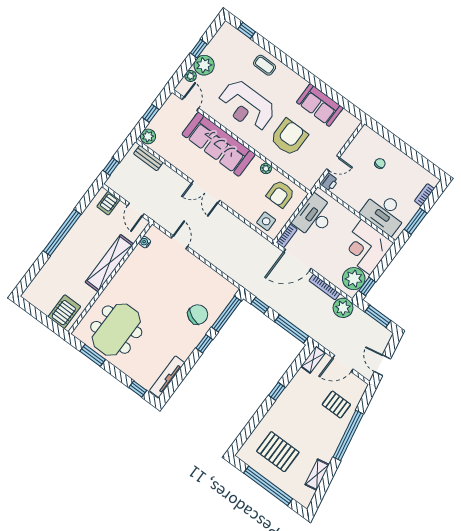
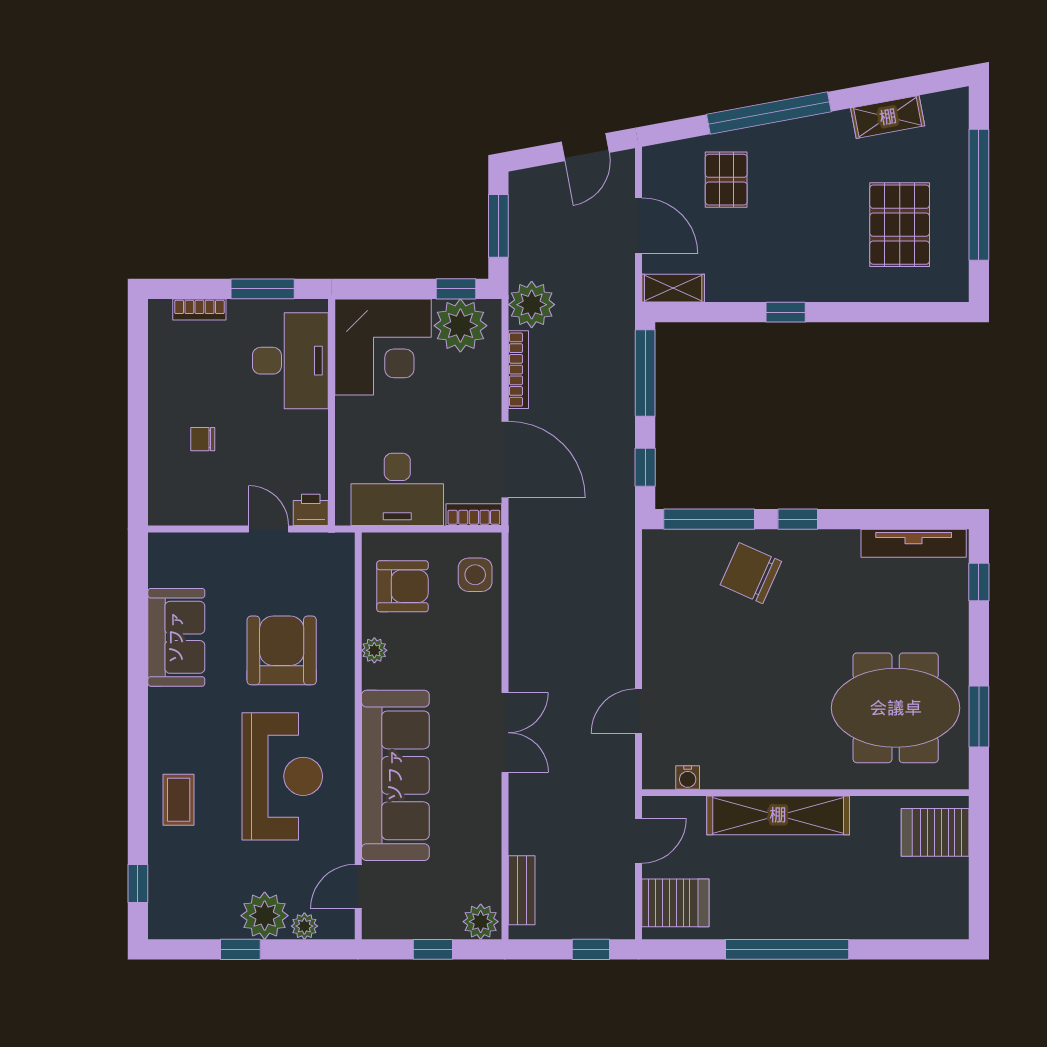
armchair: (289, 137) -> (282, 650), turned 90
server rack: (108, 203) -> (675, 903), width x1.36, depth x1.44

